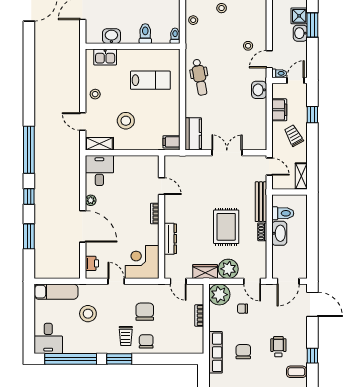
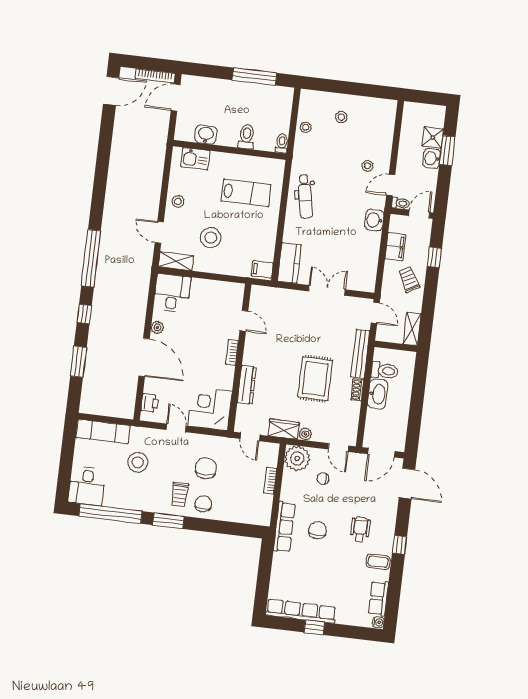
plant: (228, 269) -> (305, 434), width x0.53, depth x0.53

